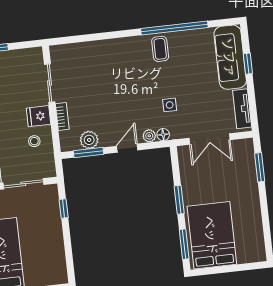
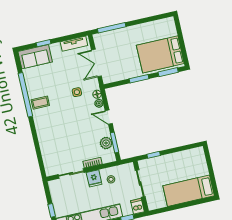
sofa: (230, 57) -> (35, 57), width x0.73
double door: (209, 139) -> (96, 63), swing flipped
window: (260, 167) -> (112, 28), width x1.44

